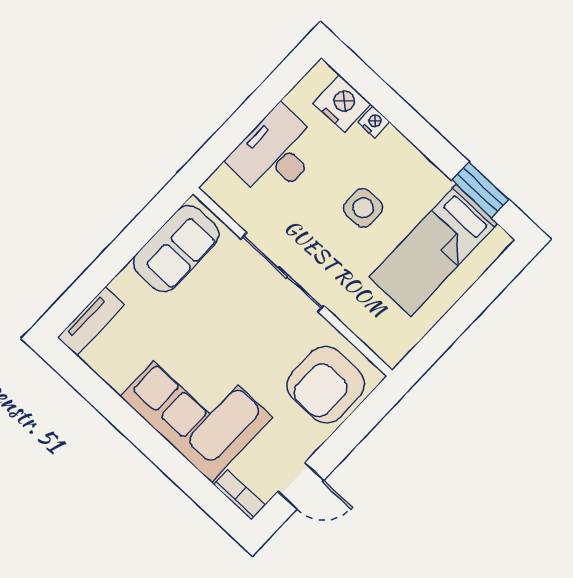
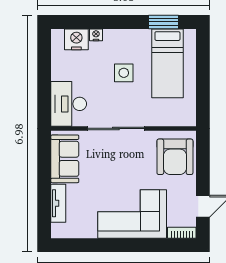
desk: (275, 153) -> (69, 104), moved
tv unit: (91, 321) -> (58, 203), moved

